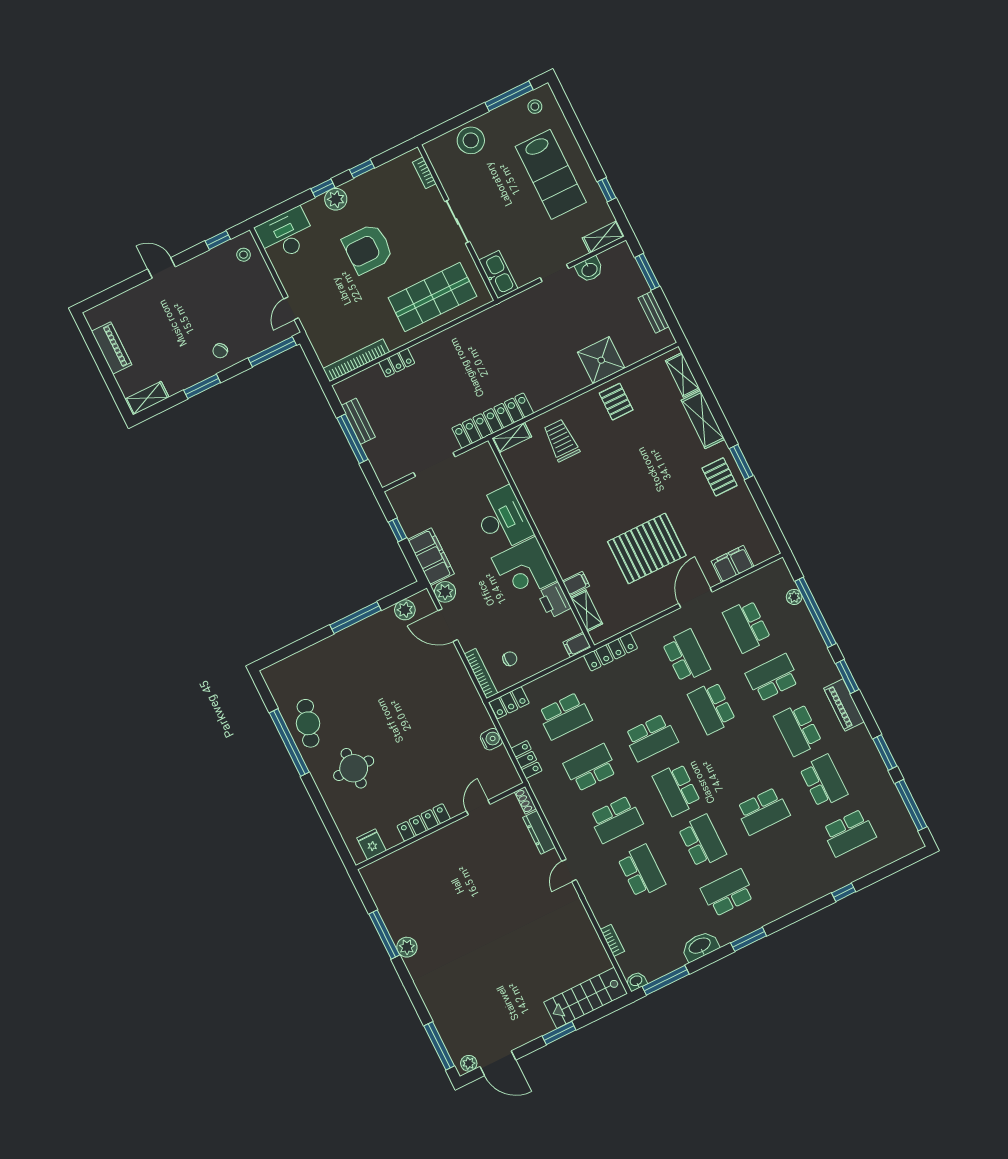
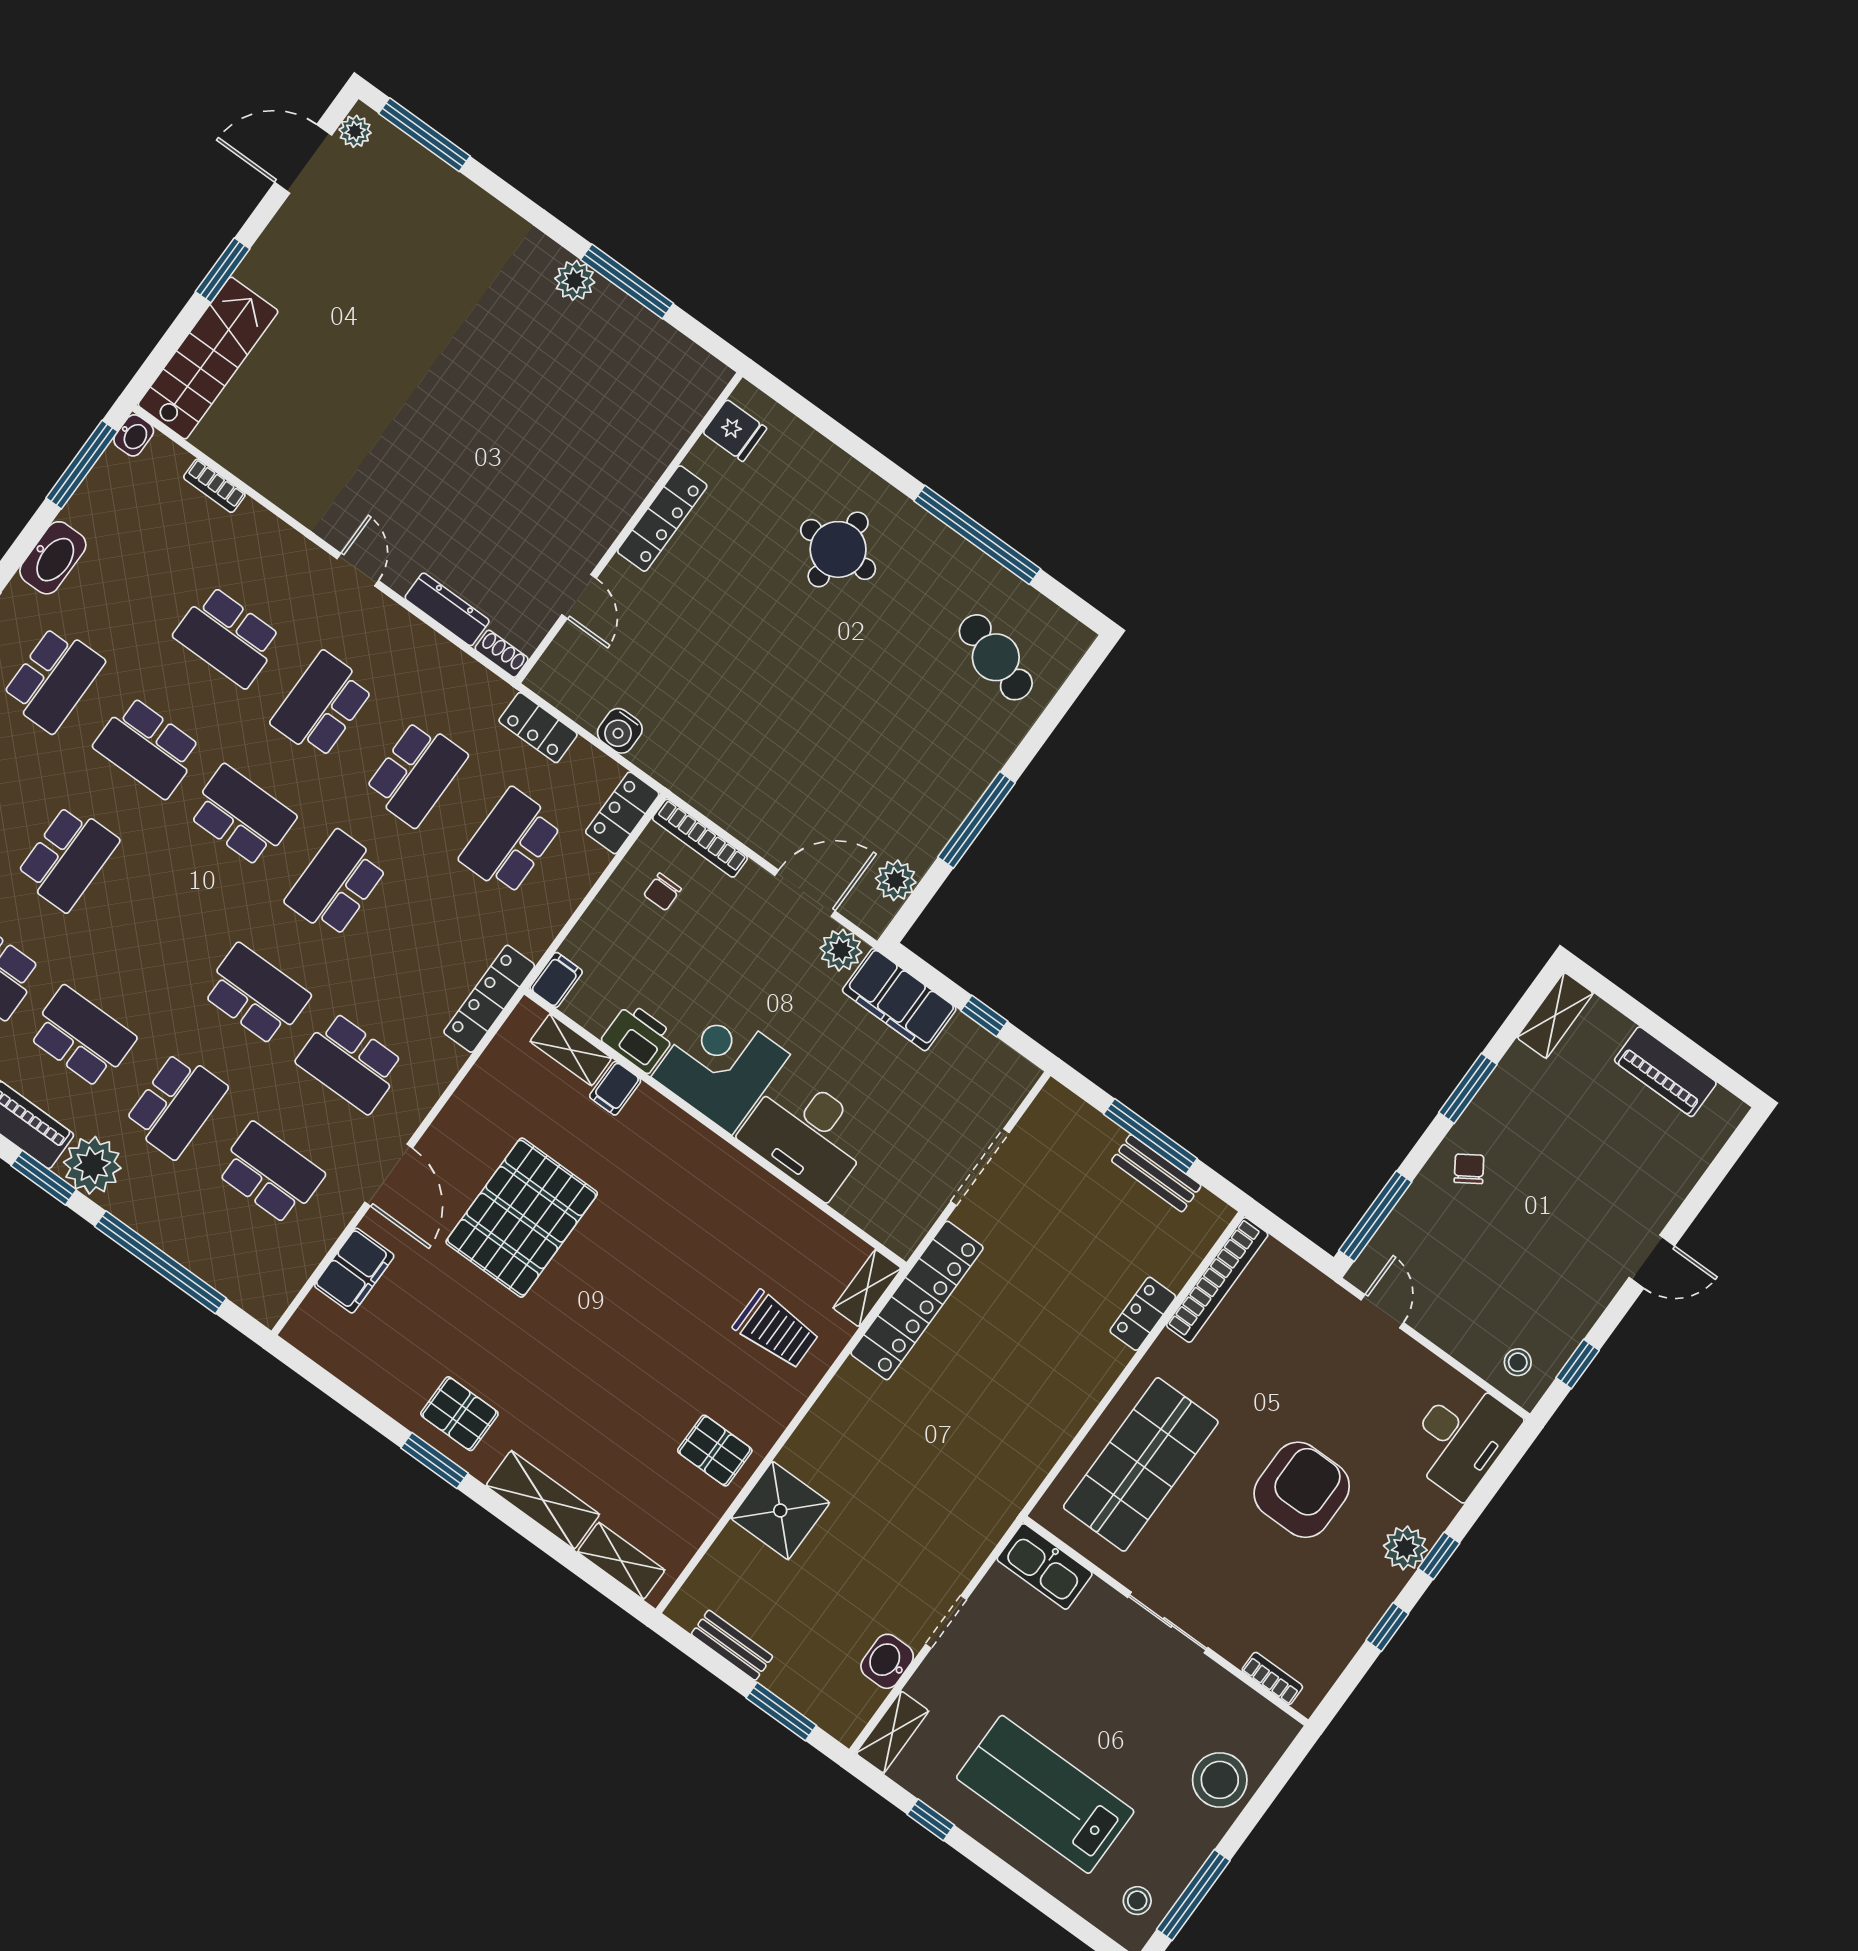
plant: (794, 597) -> (92, 1165), moved, width x1.88, depth x1.88
cafe table: (308, 723) -> (996, 657), moved
school desk: (763, 811) -> (68, 858), turned 180

